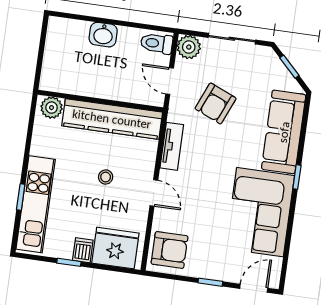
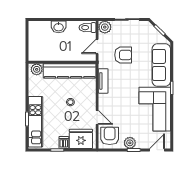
door: (170, 81) -> (97, 47), hinge flipped
armchair: (216, 103) -> (123, 55), turned -113
door: (154, 193) -> (97, 117), moved
armchair: (170, 250) -> (110, 136), turned -90
plant: (205, 268) -> (130, 143), added

